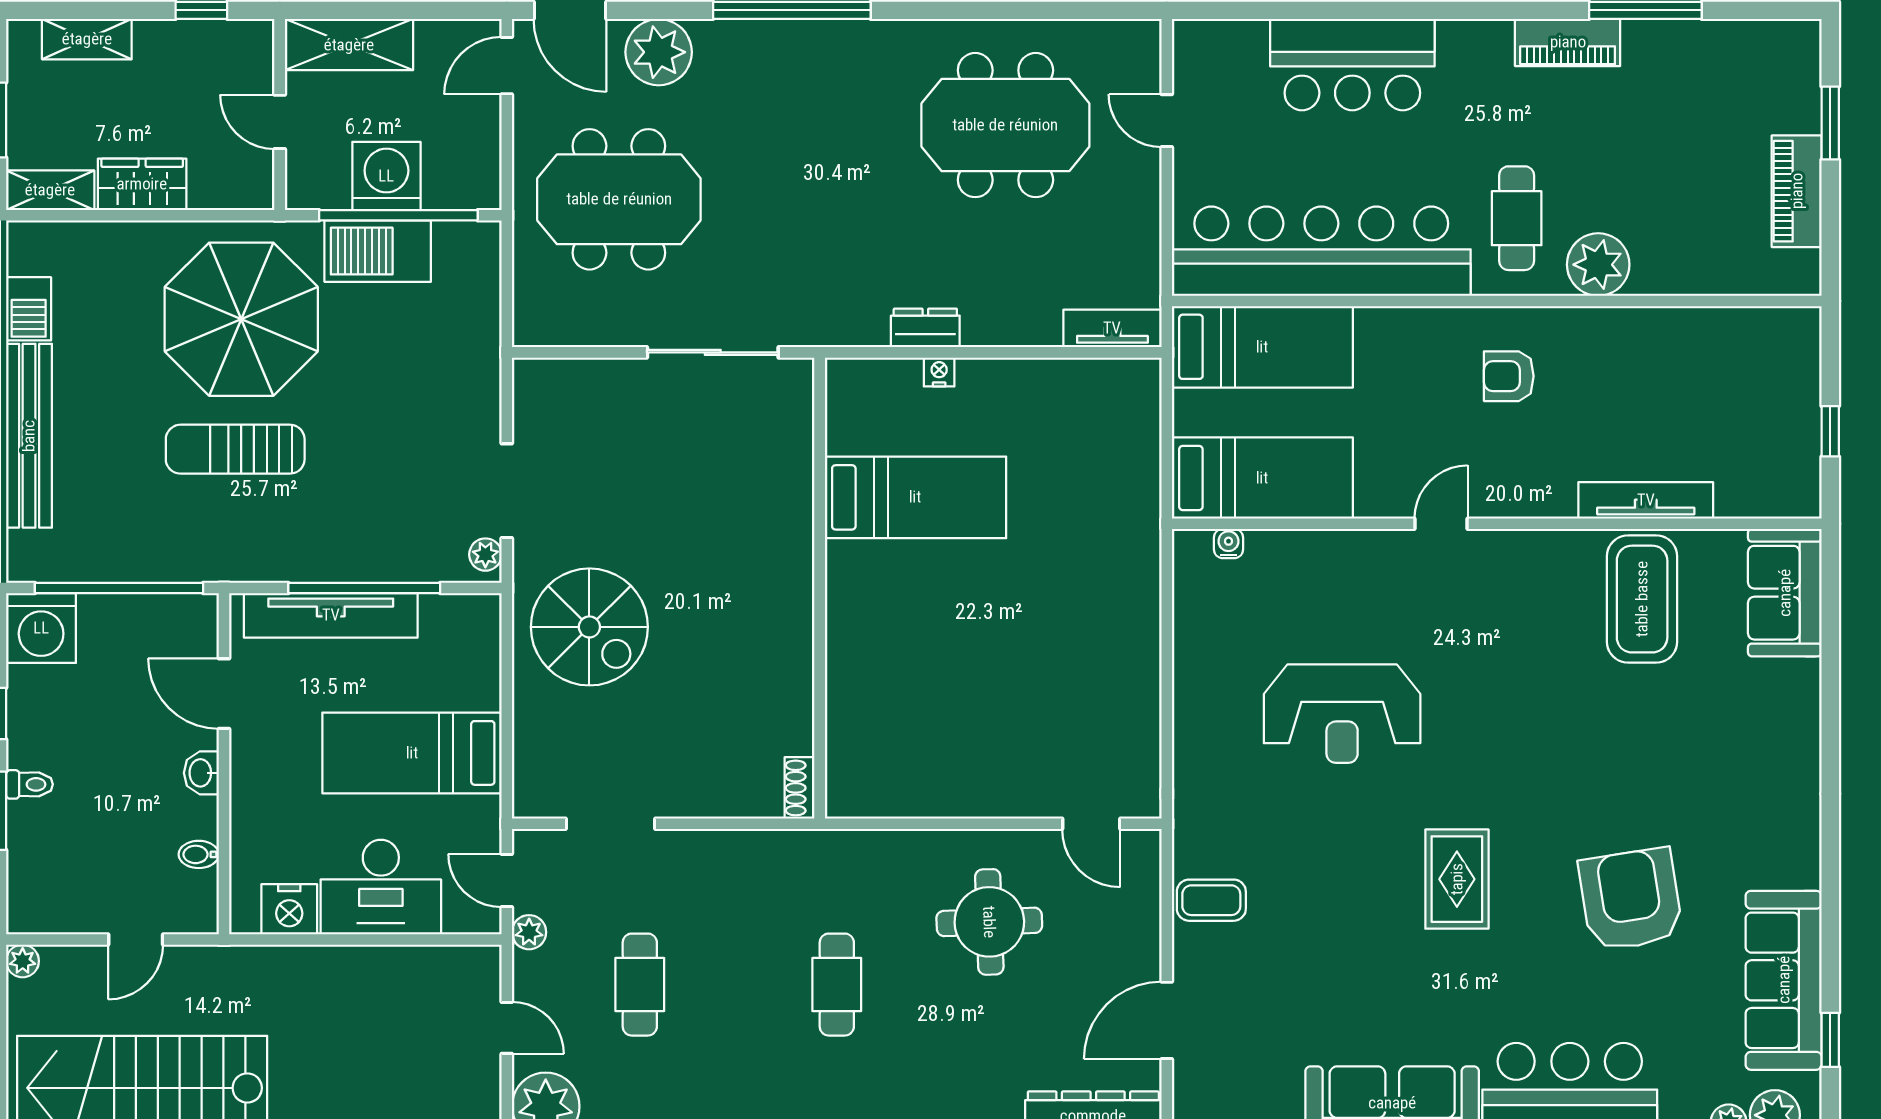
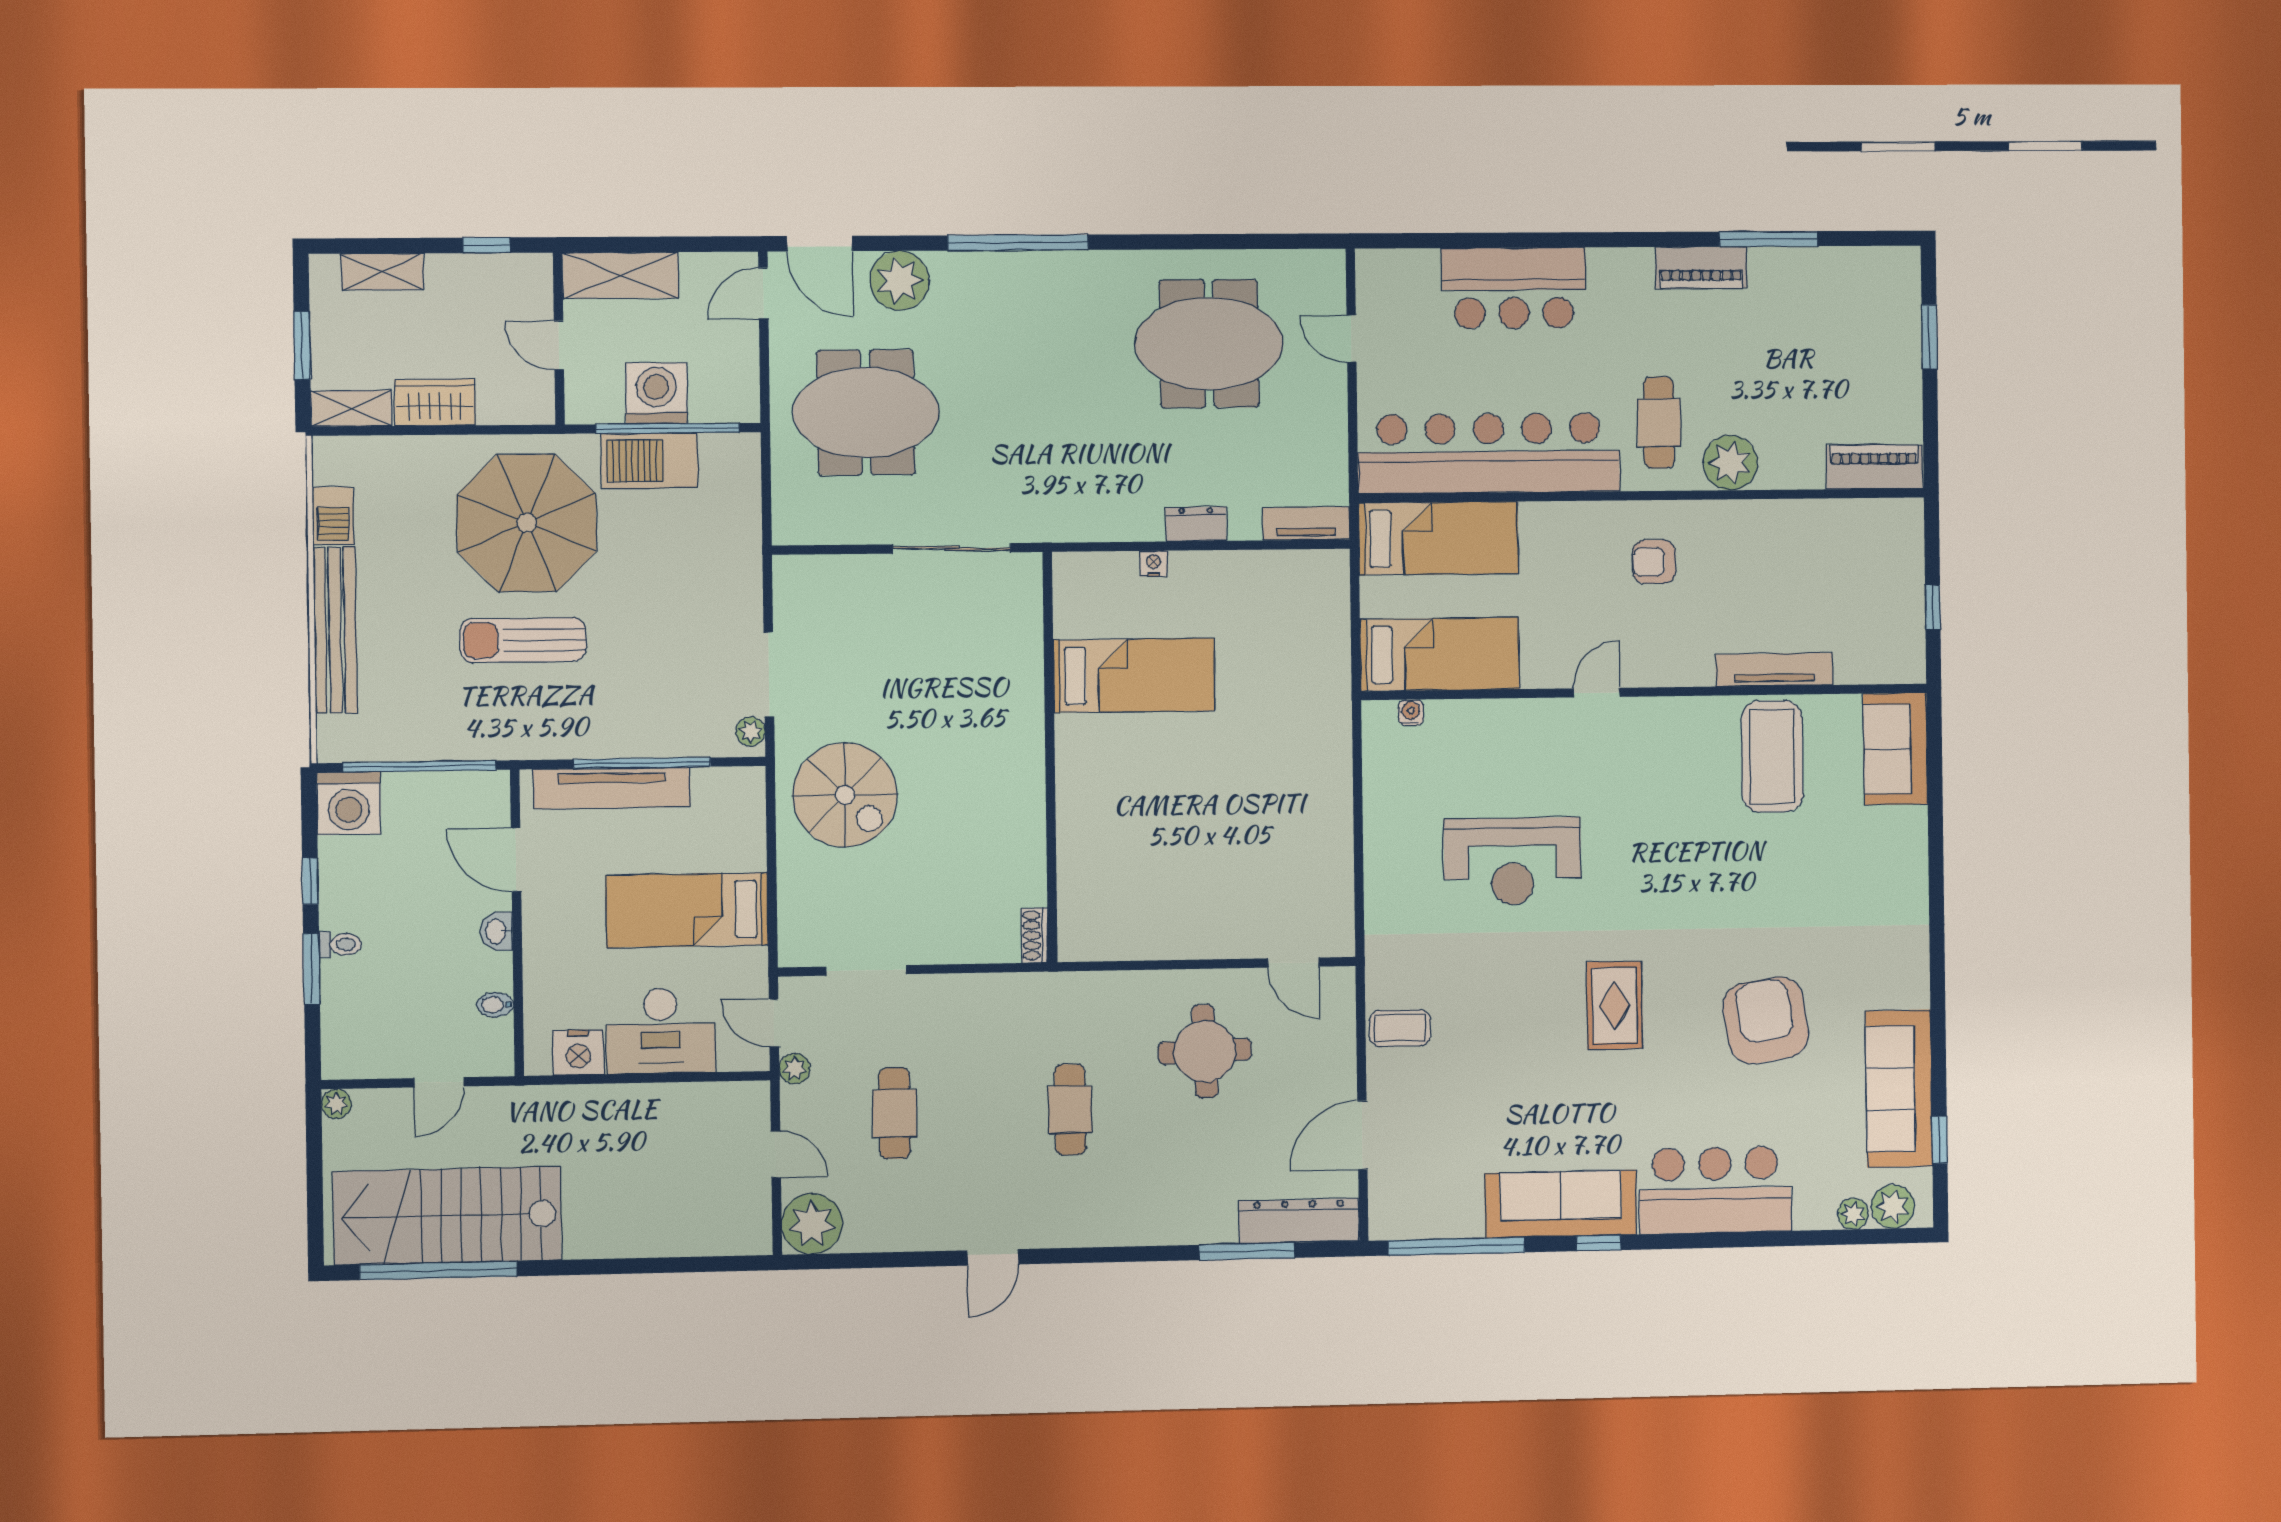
piano: (1797, 191) -> (1874, 467), moved, turned 90
dresser: (925, 328) -> (1196, 524), moved

